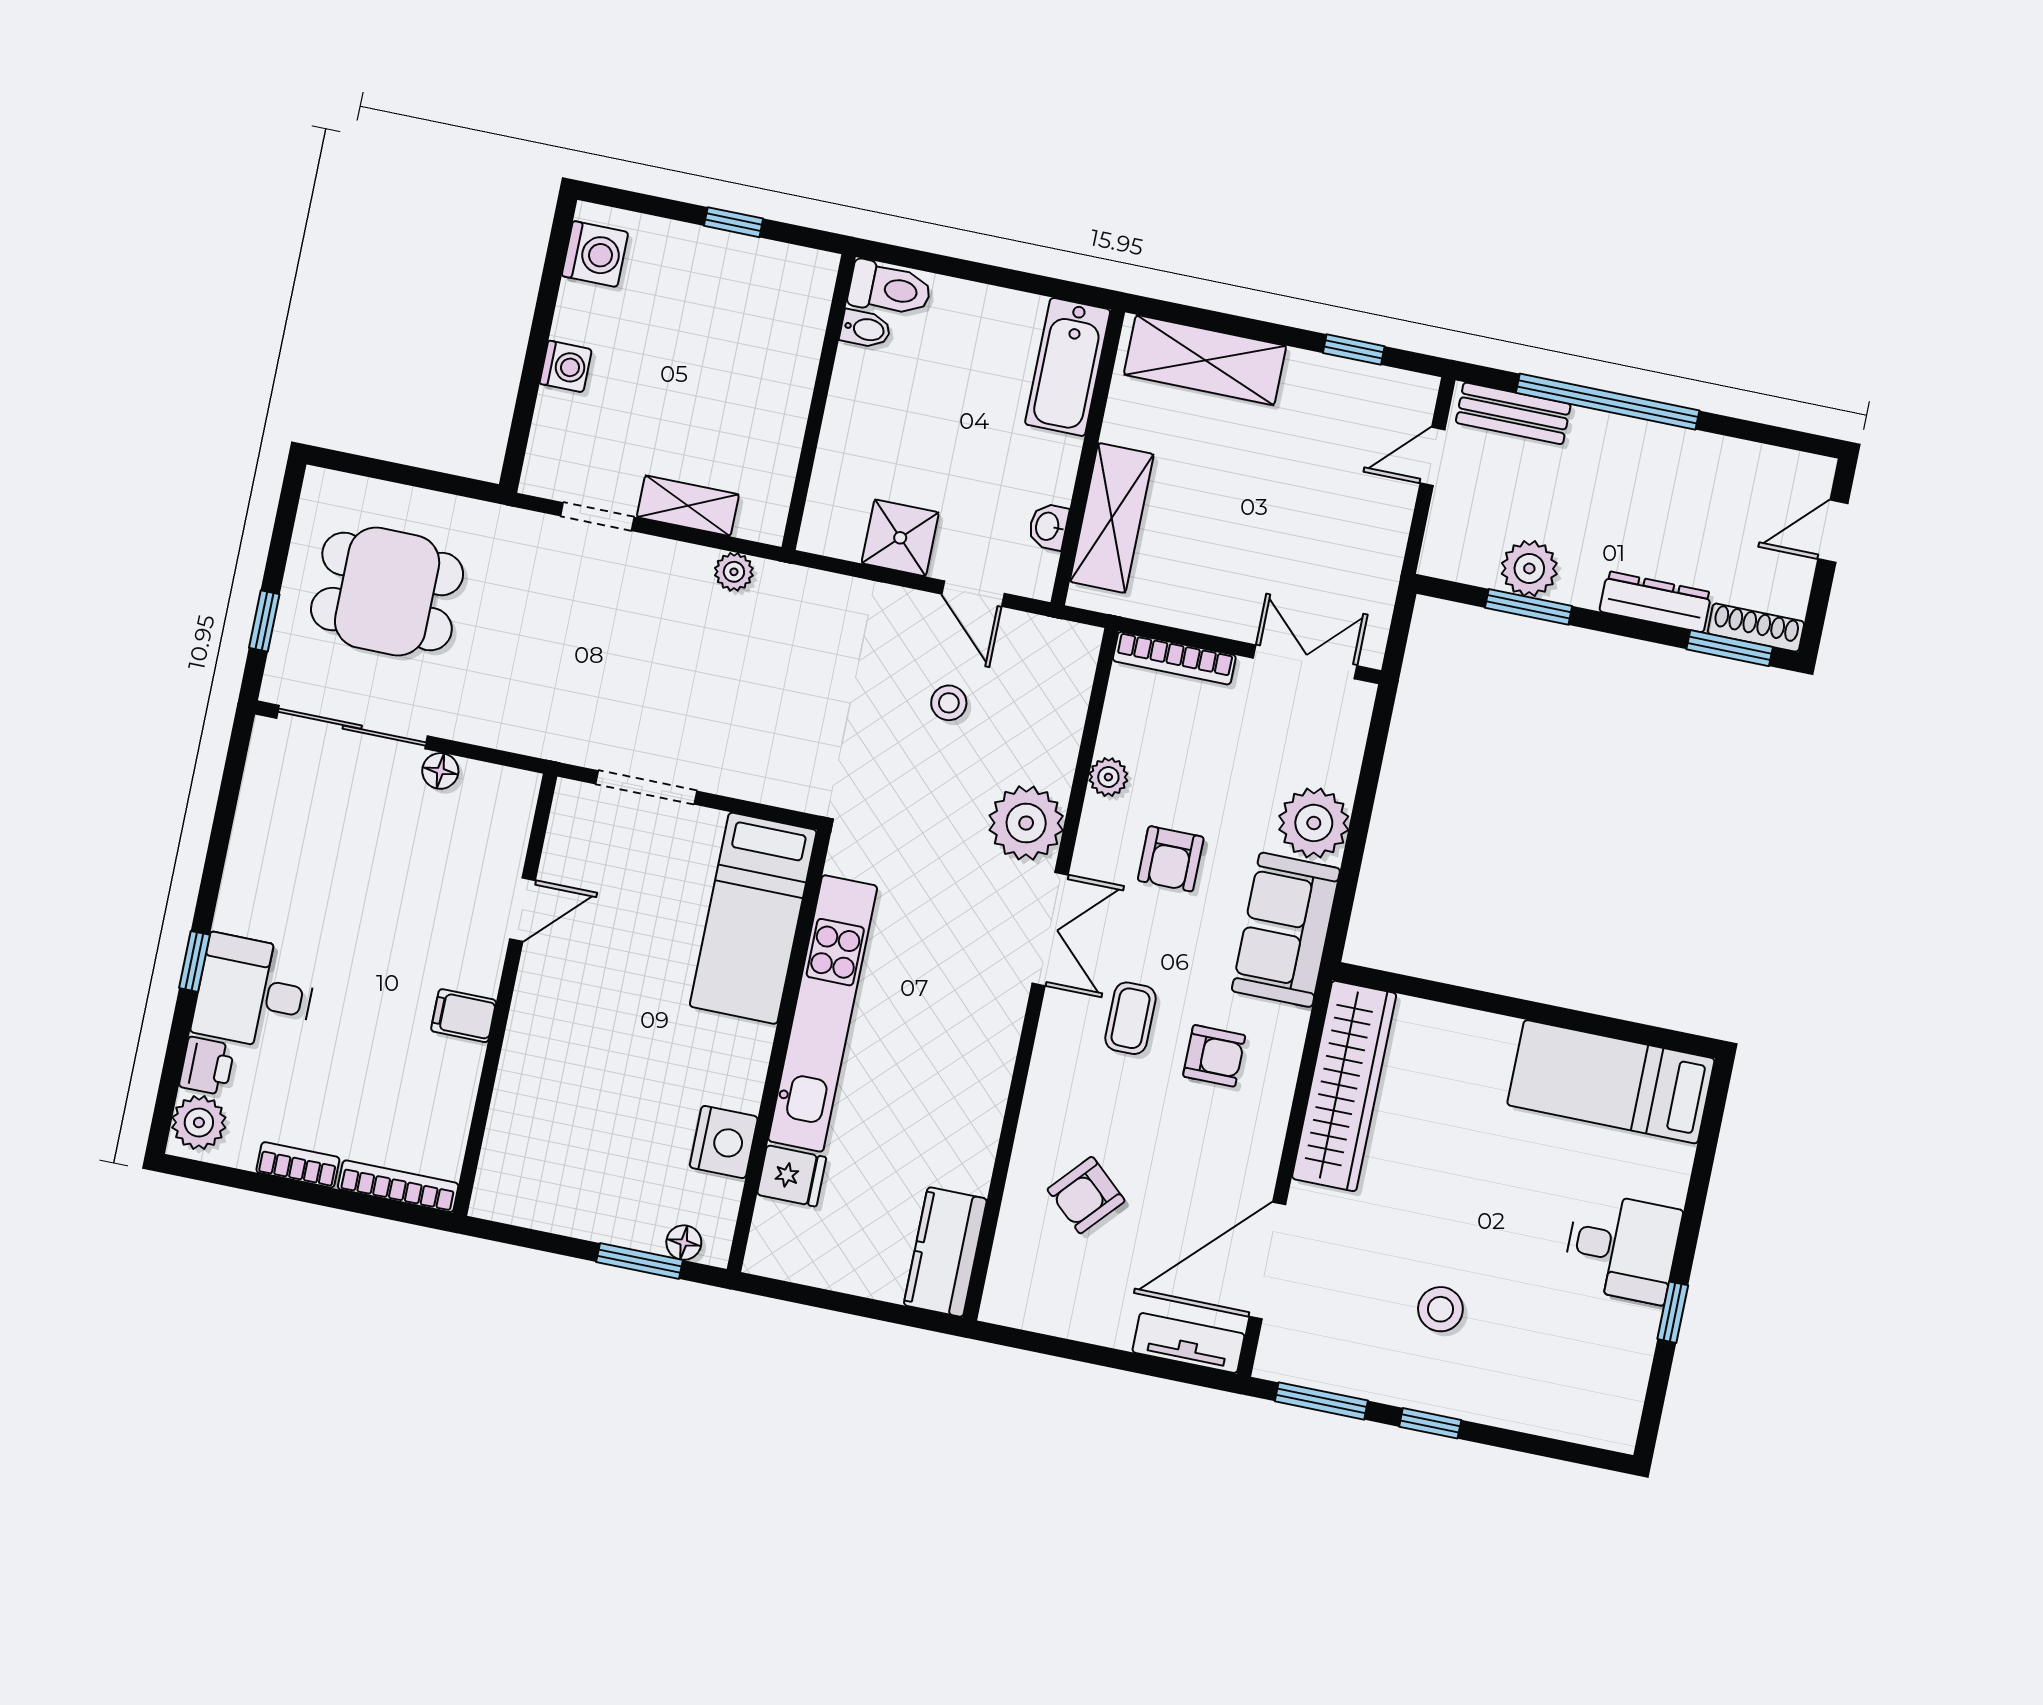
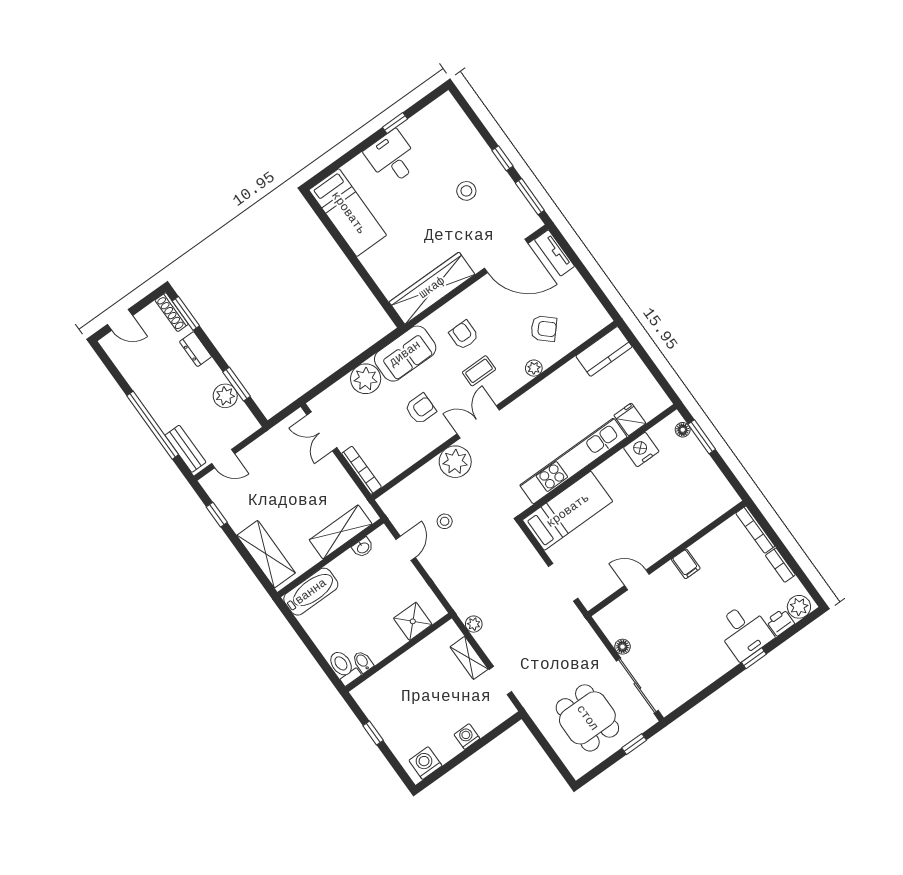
shower: (900, 538) -> (413, 621), moved
dresser: (1655, 602) -> (196, 349), width x0.70
plant: (1108, 777) -> (534, 368), moved

